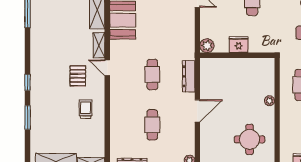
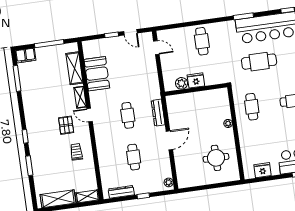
plant: (207, 46) -> (182, 83), moved

